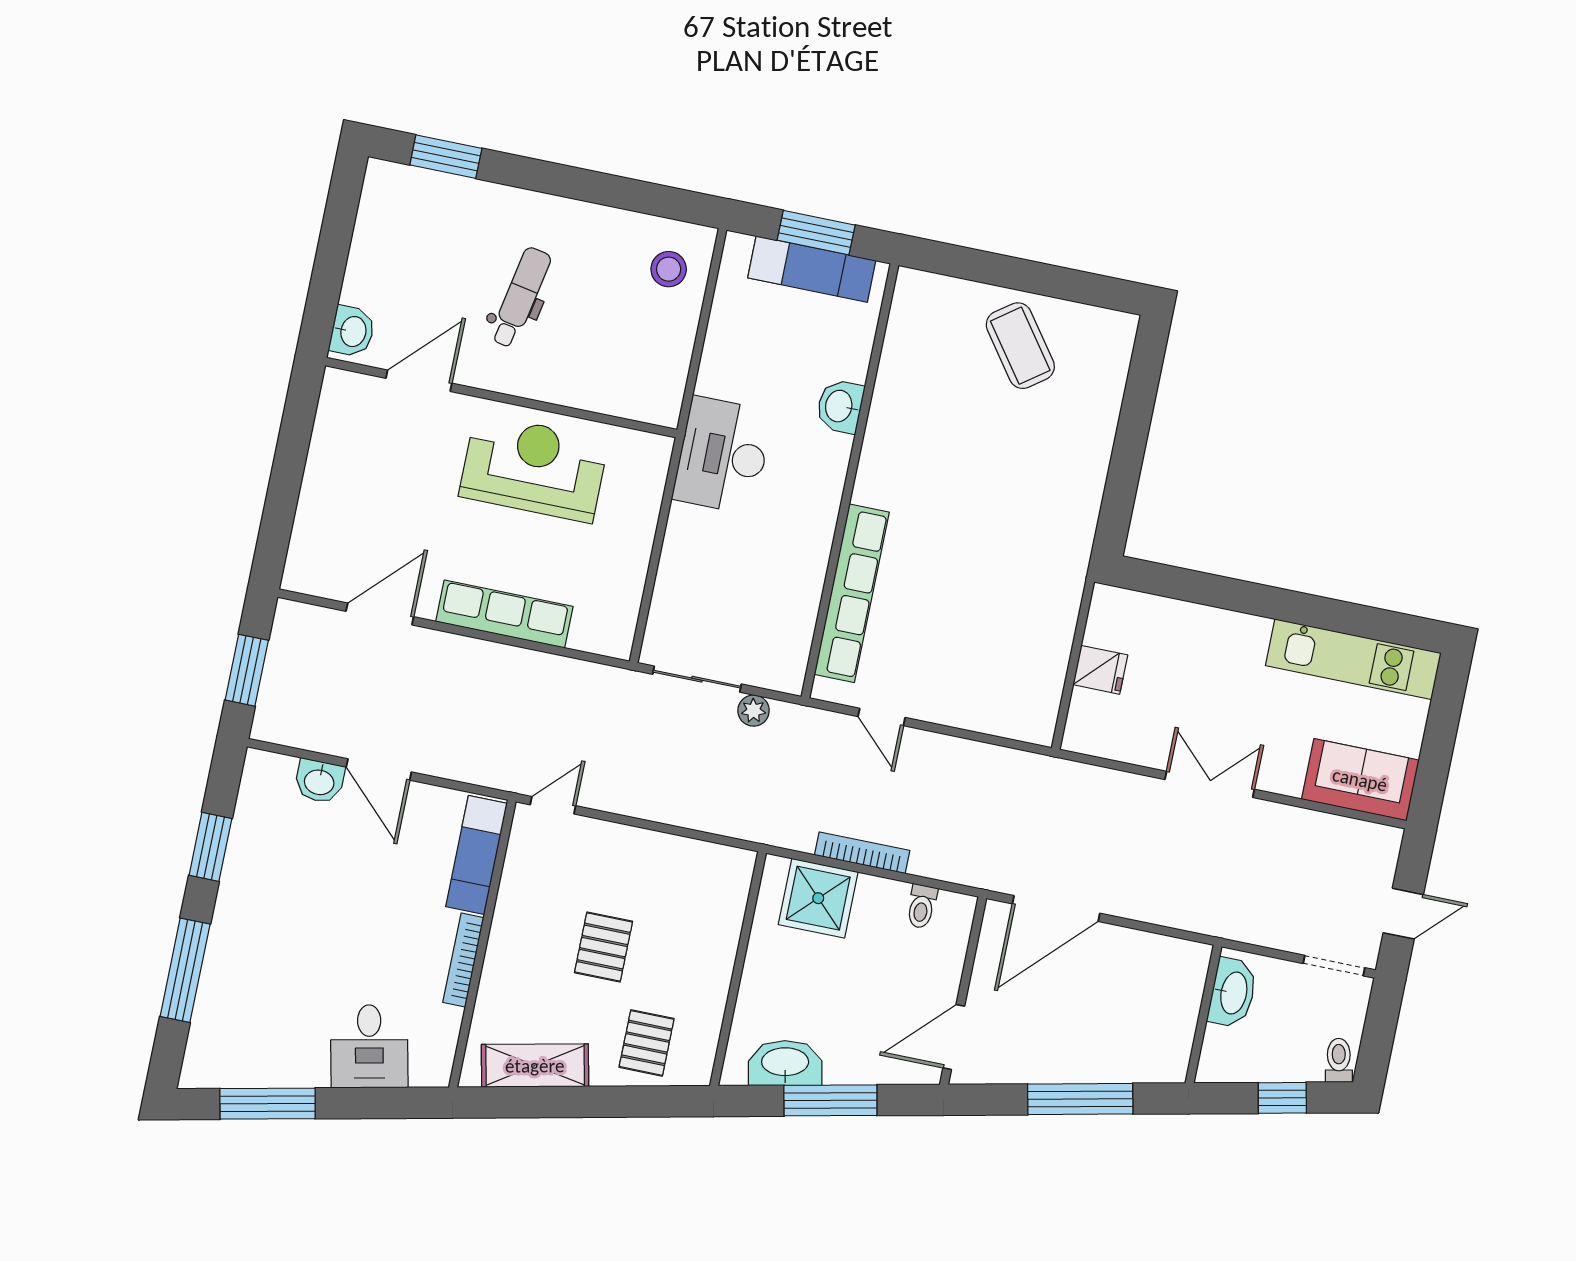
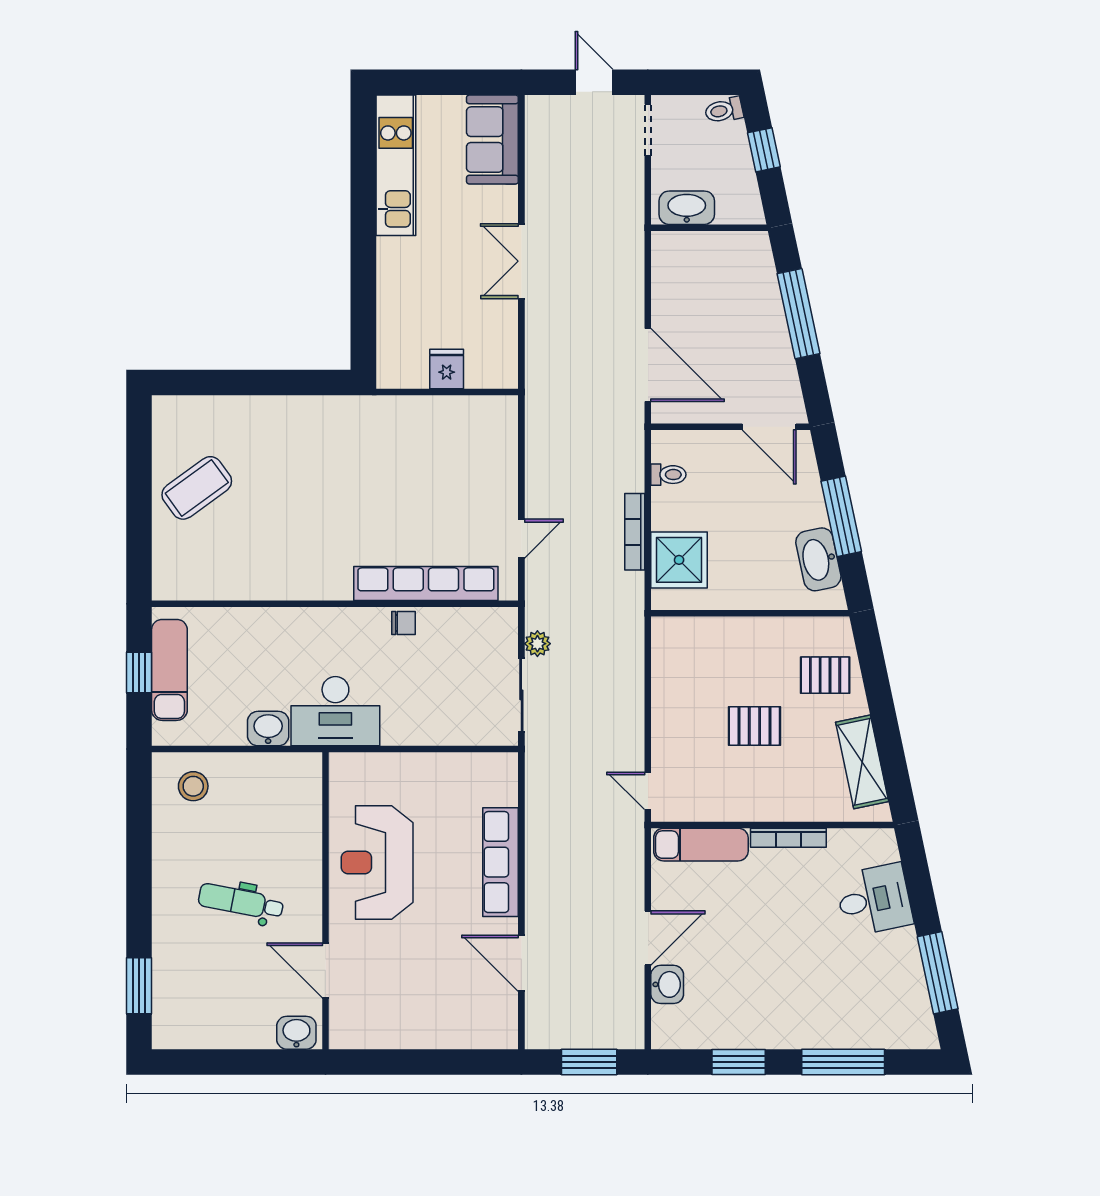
window: (816, 233) -> (139, 672), width x0.67
washbasin: (840, 406) -> (268, 729), moved, turned 180
chair: (811, 557) -> (403, 623), added

